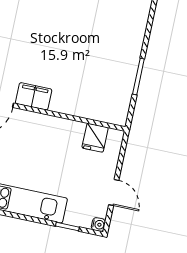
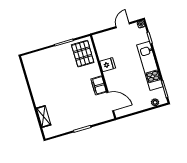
pallet: (102, 98) -> (83, 54), added
fridge: (95, 138) -> (108, 65), moved

